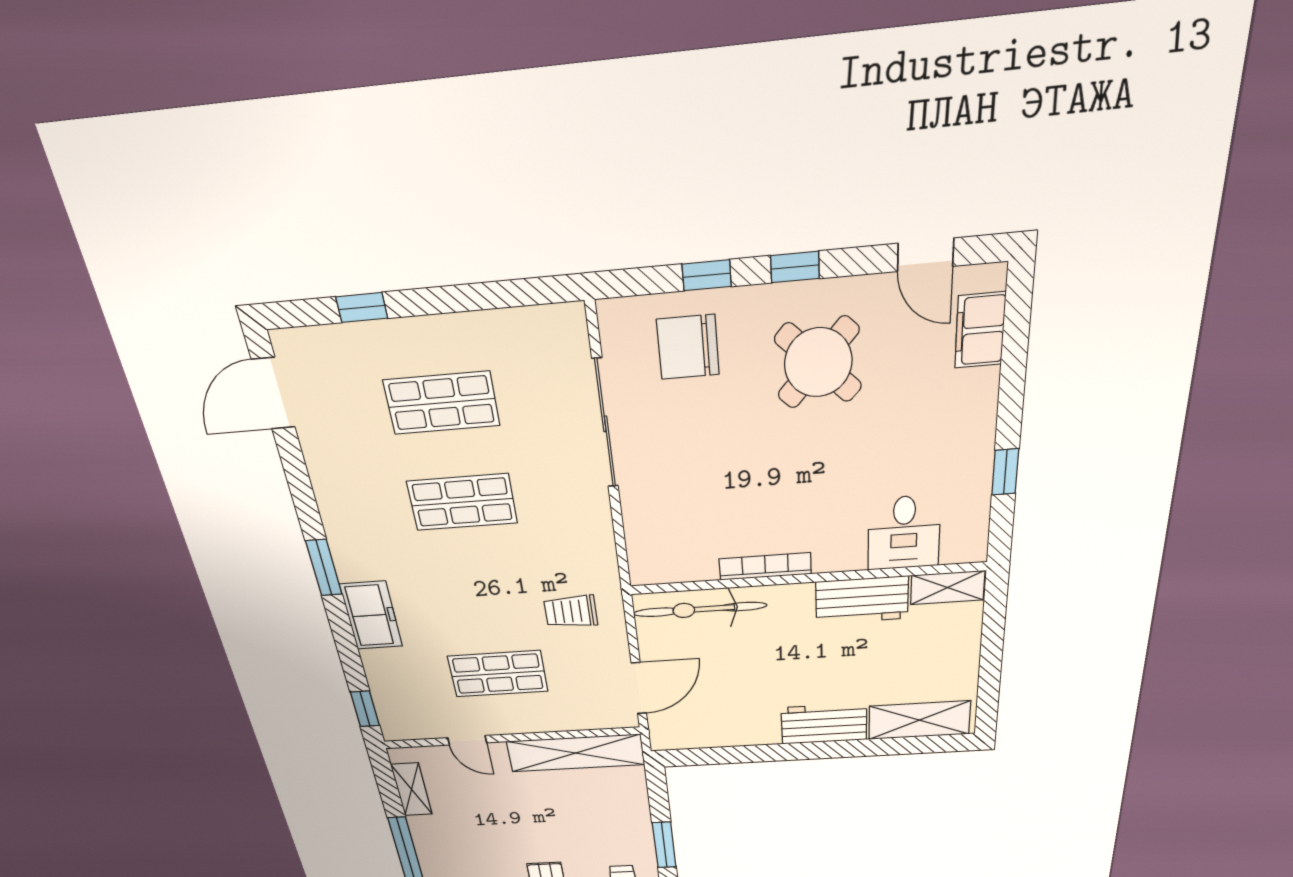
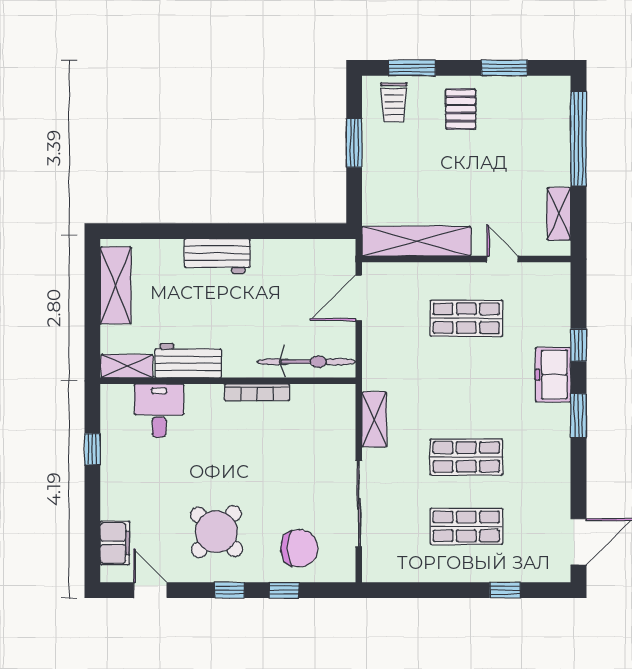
shelving: (599, 543) -> (374, 419), added
trolley: (571, 611) -> (402, 367), removed
window: (365, 709) -> (578, 345), moved
shelving: (919, 720) -> (116, 285), moved, turned 90

